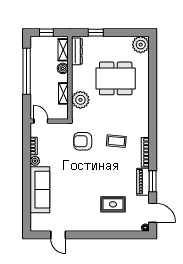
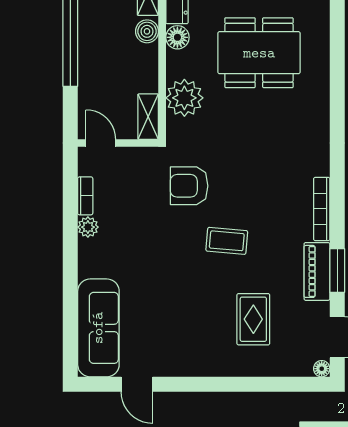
floor lamp: (77, 71) -> (177, 37), added
shelving: (63, 93) -> (148, 117), moved
coffee table: (116, 141) -> (227, 241), moved
sofa: (40, 190) -> (98, 328), moved
rug: (113, 204) -> (253, 319), turned 90

